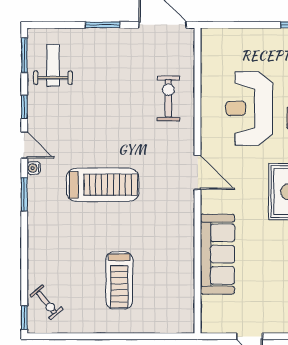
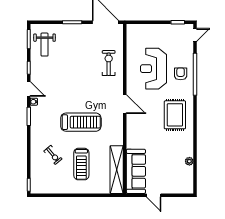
weight bench: (53, 65) -> (45, 45), turned 180
treadmill: (103, 185) -> (81, 122), moved
sofa: (217, 254) -> (136, 171), moved
shelving: (183, 290) -> (117, 170), added
exercise bike: (46, 302) -> (53, 155), moved

